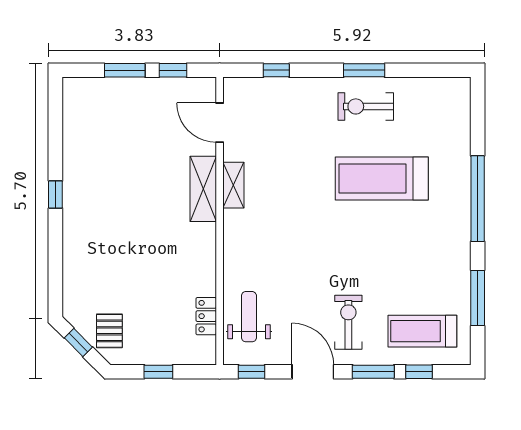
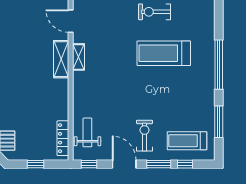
locker: (206, 316) -> (63, 138), width x1.53

